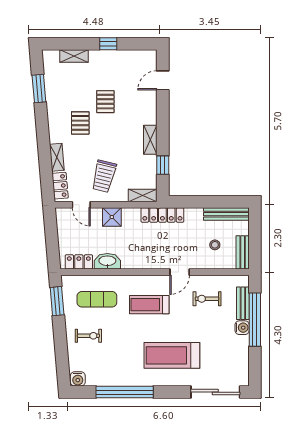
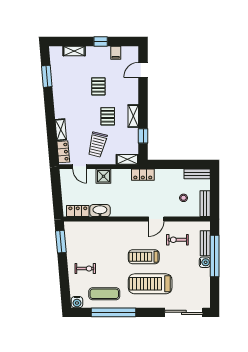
filing cabinet: (128, 58) -> (116, 53), added
pallet: (80, 123) -> (108, 116), moved
bench: (226, 214) -> (197, 174), width x0.73
locker: (162, 215) -> (143, 175), width x0.66
exercise mat: (97, 299) -> (104, 294), moved
treadmill: (149, 305) -> (144, 257), moved

